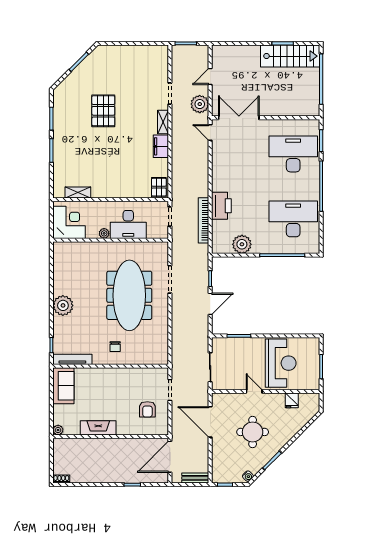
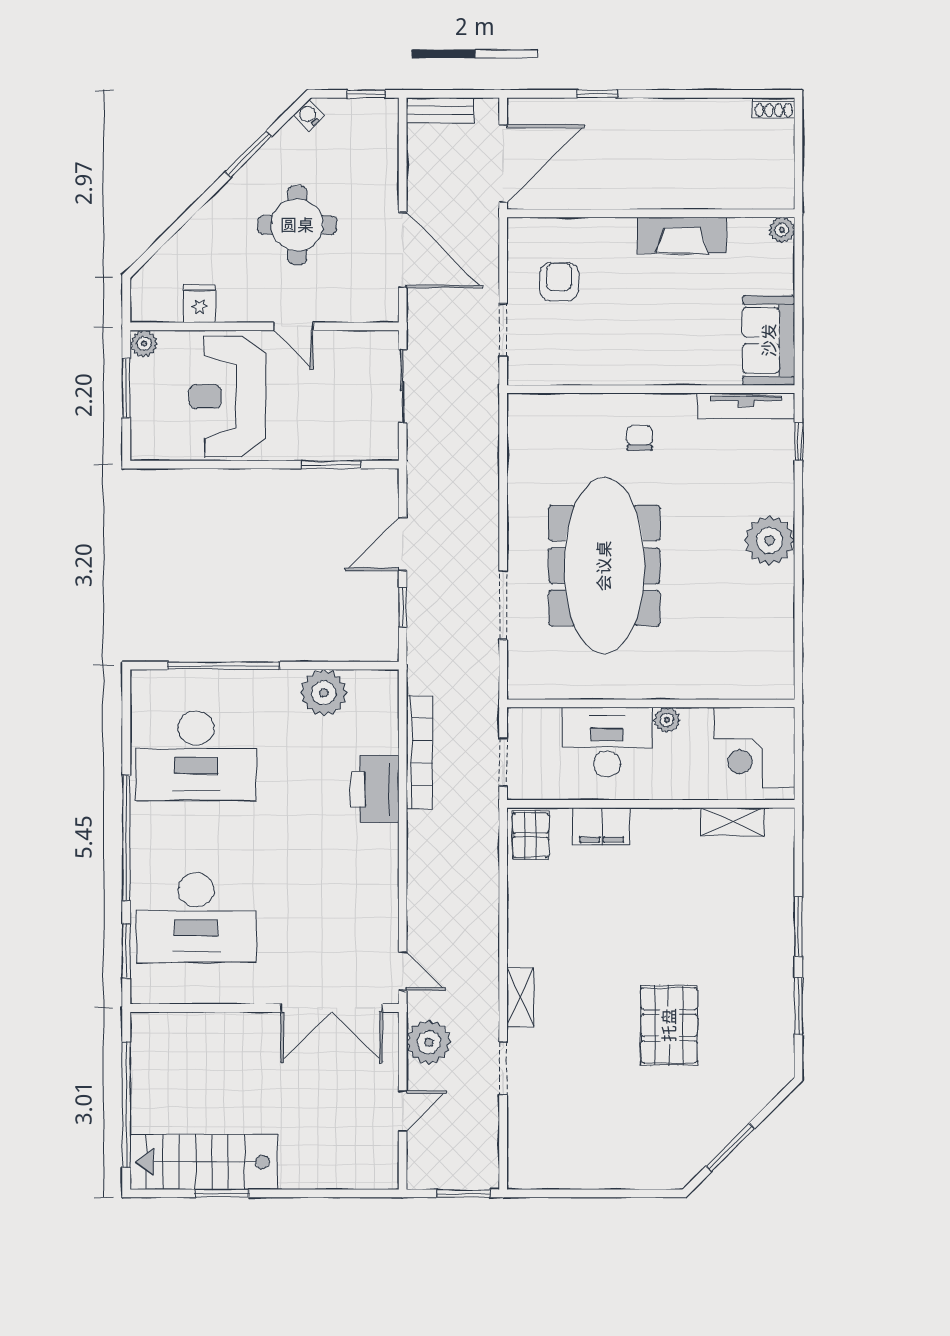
filing cabinet: (161, 146) -> (602, 826), moved, turned 90
plant: (314, 384) -> (144, 343), added

